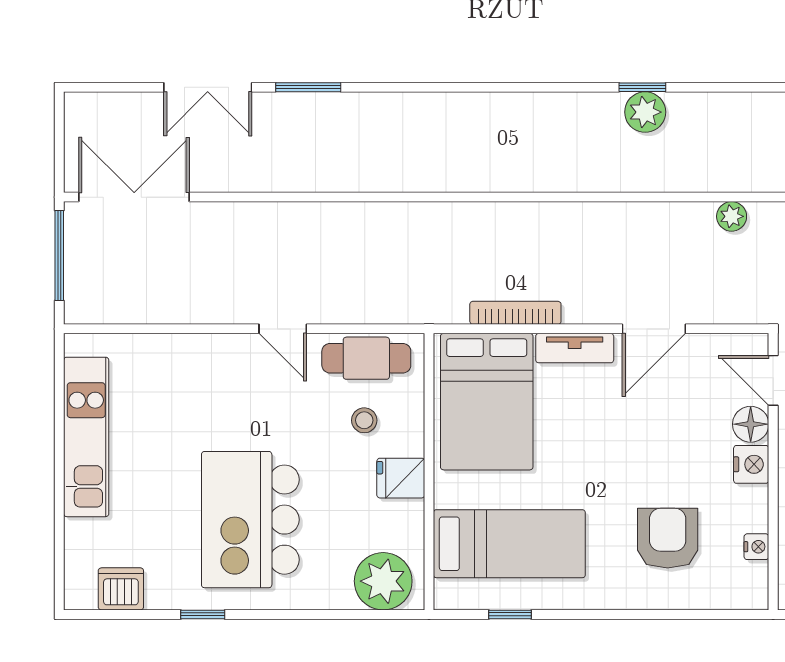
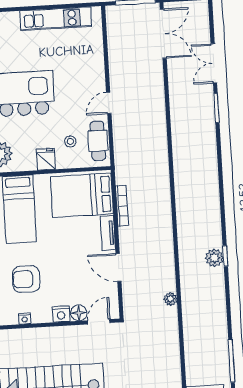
armchair: (668, 538) -> (26, 279), turned 180

